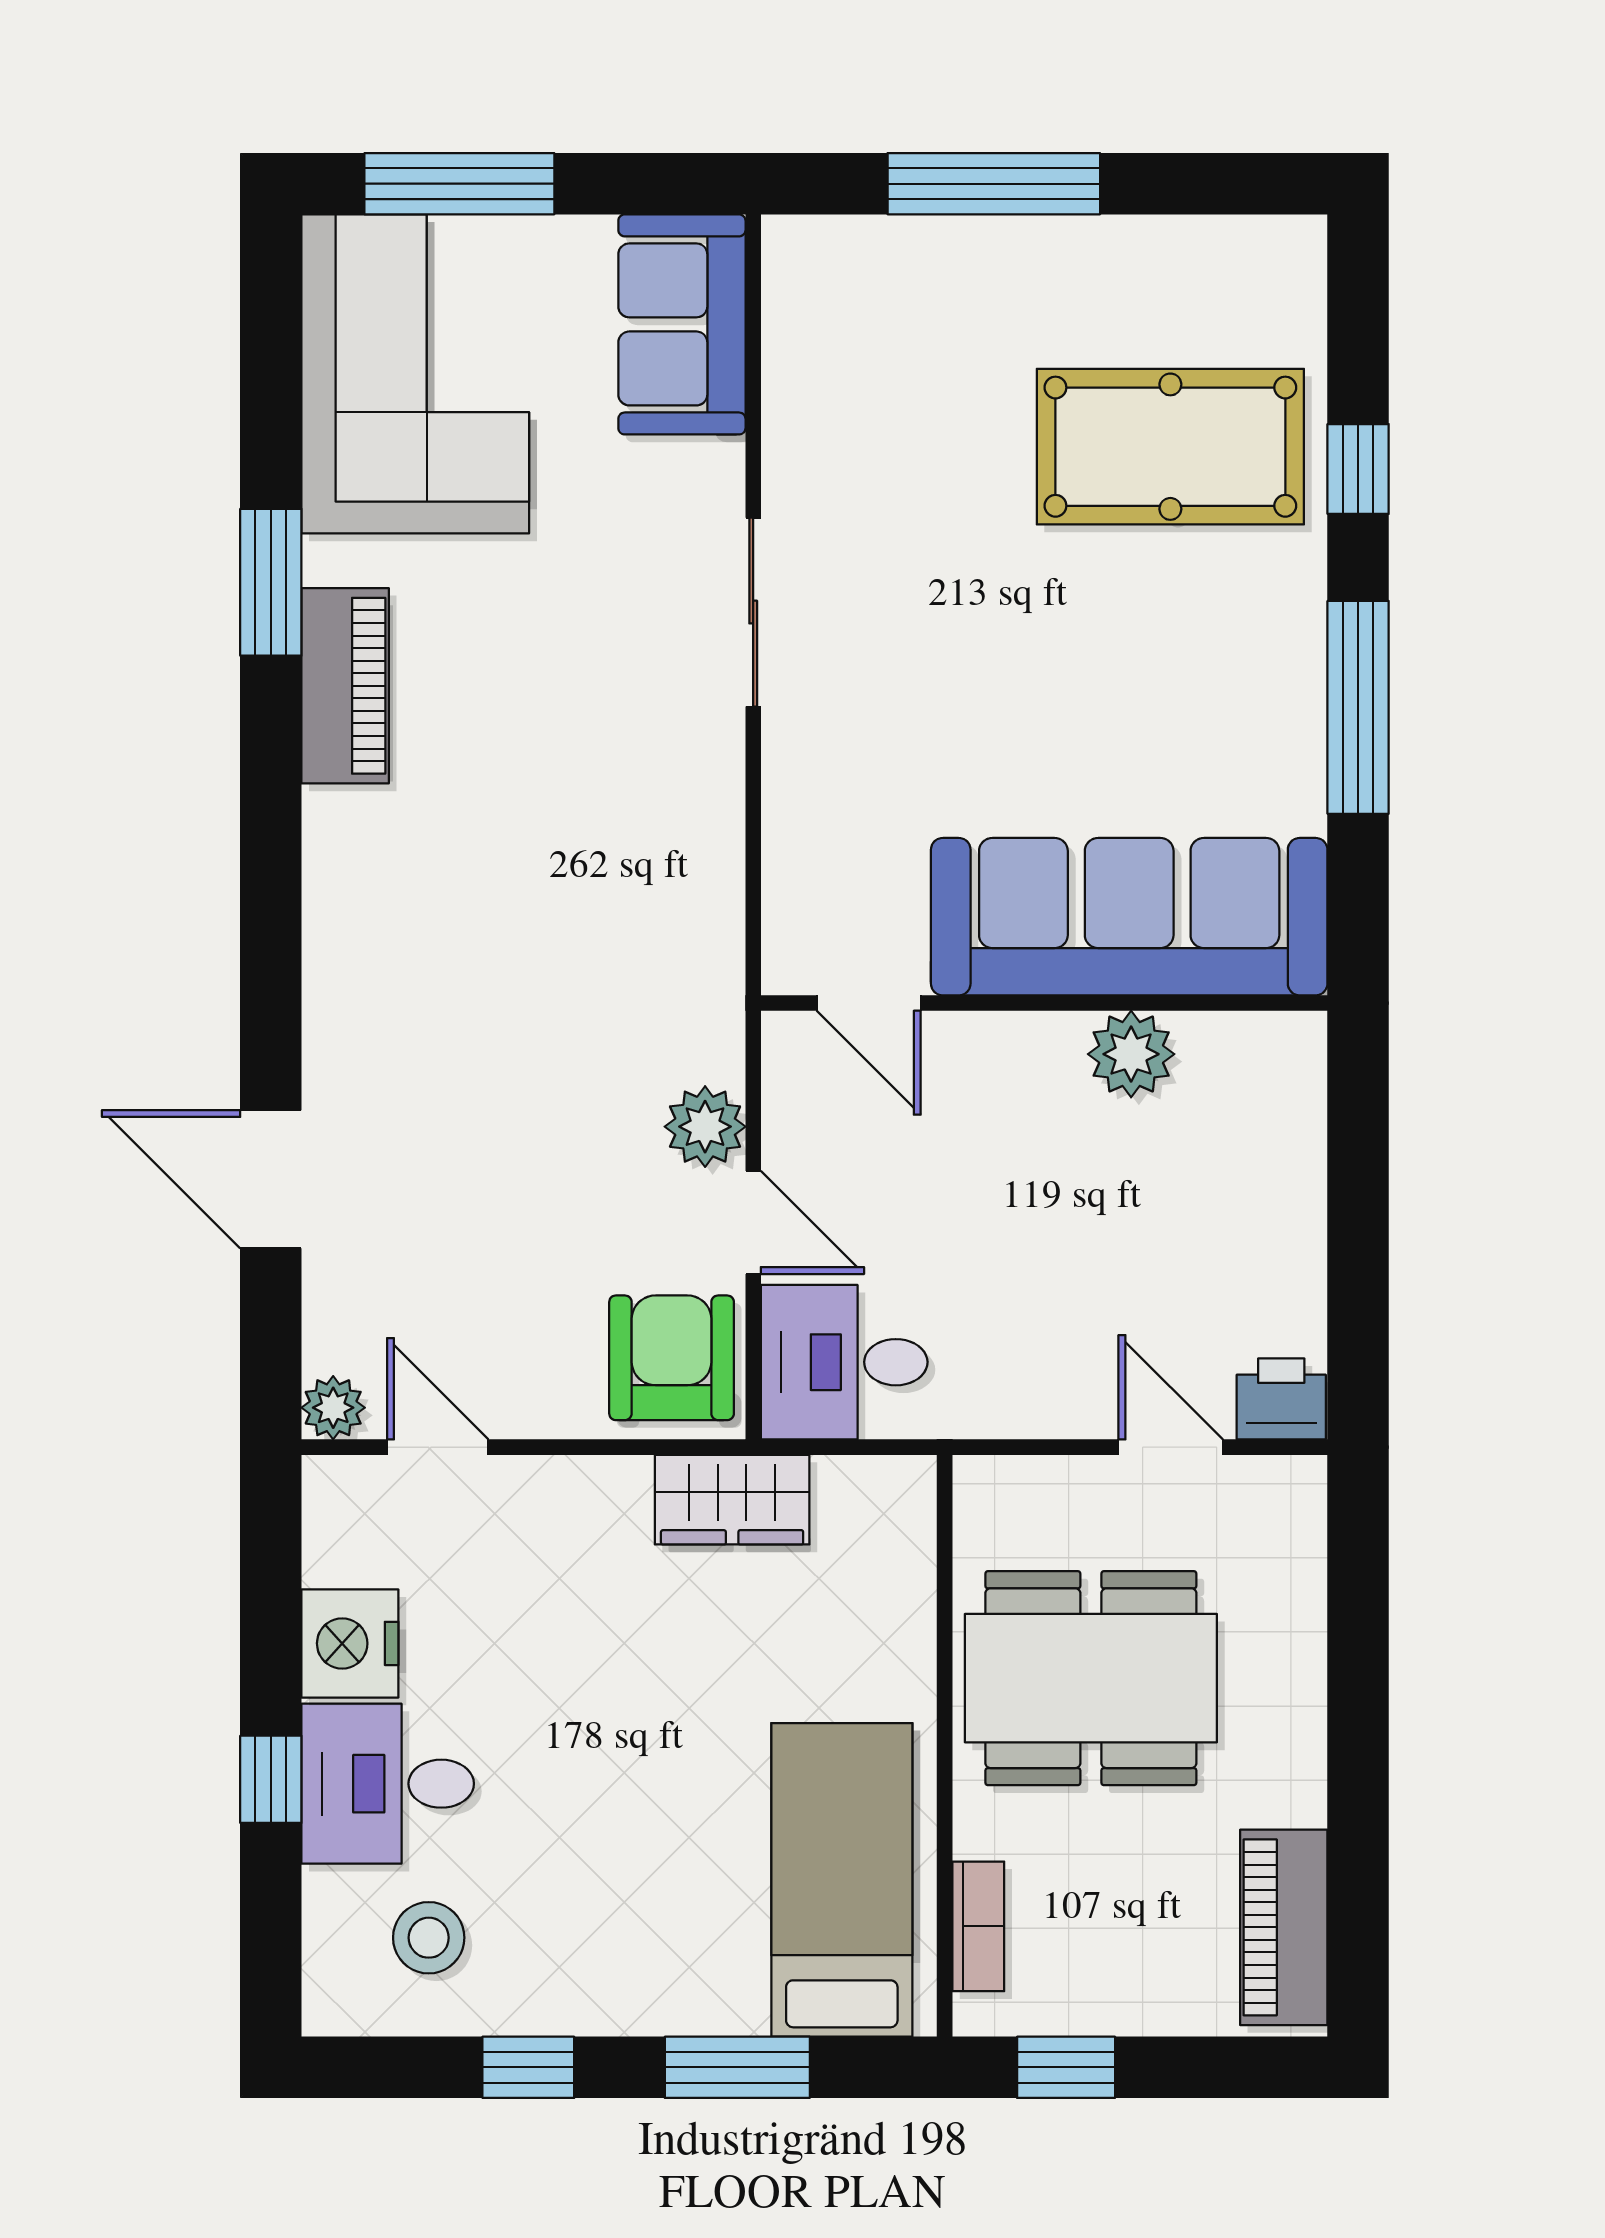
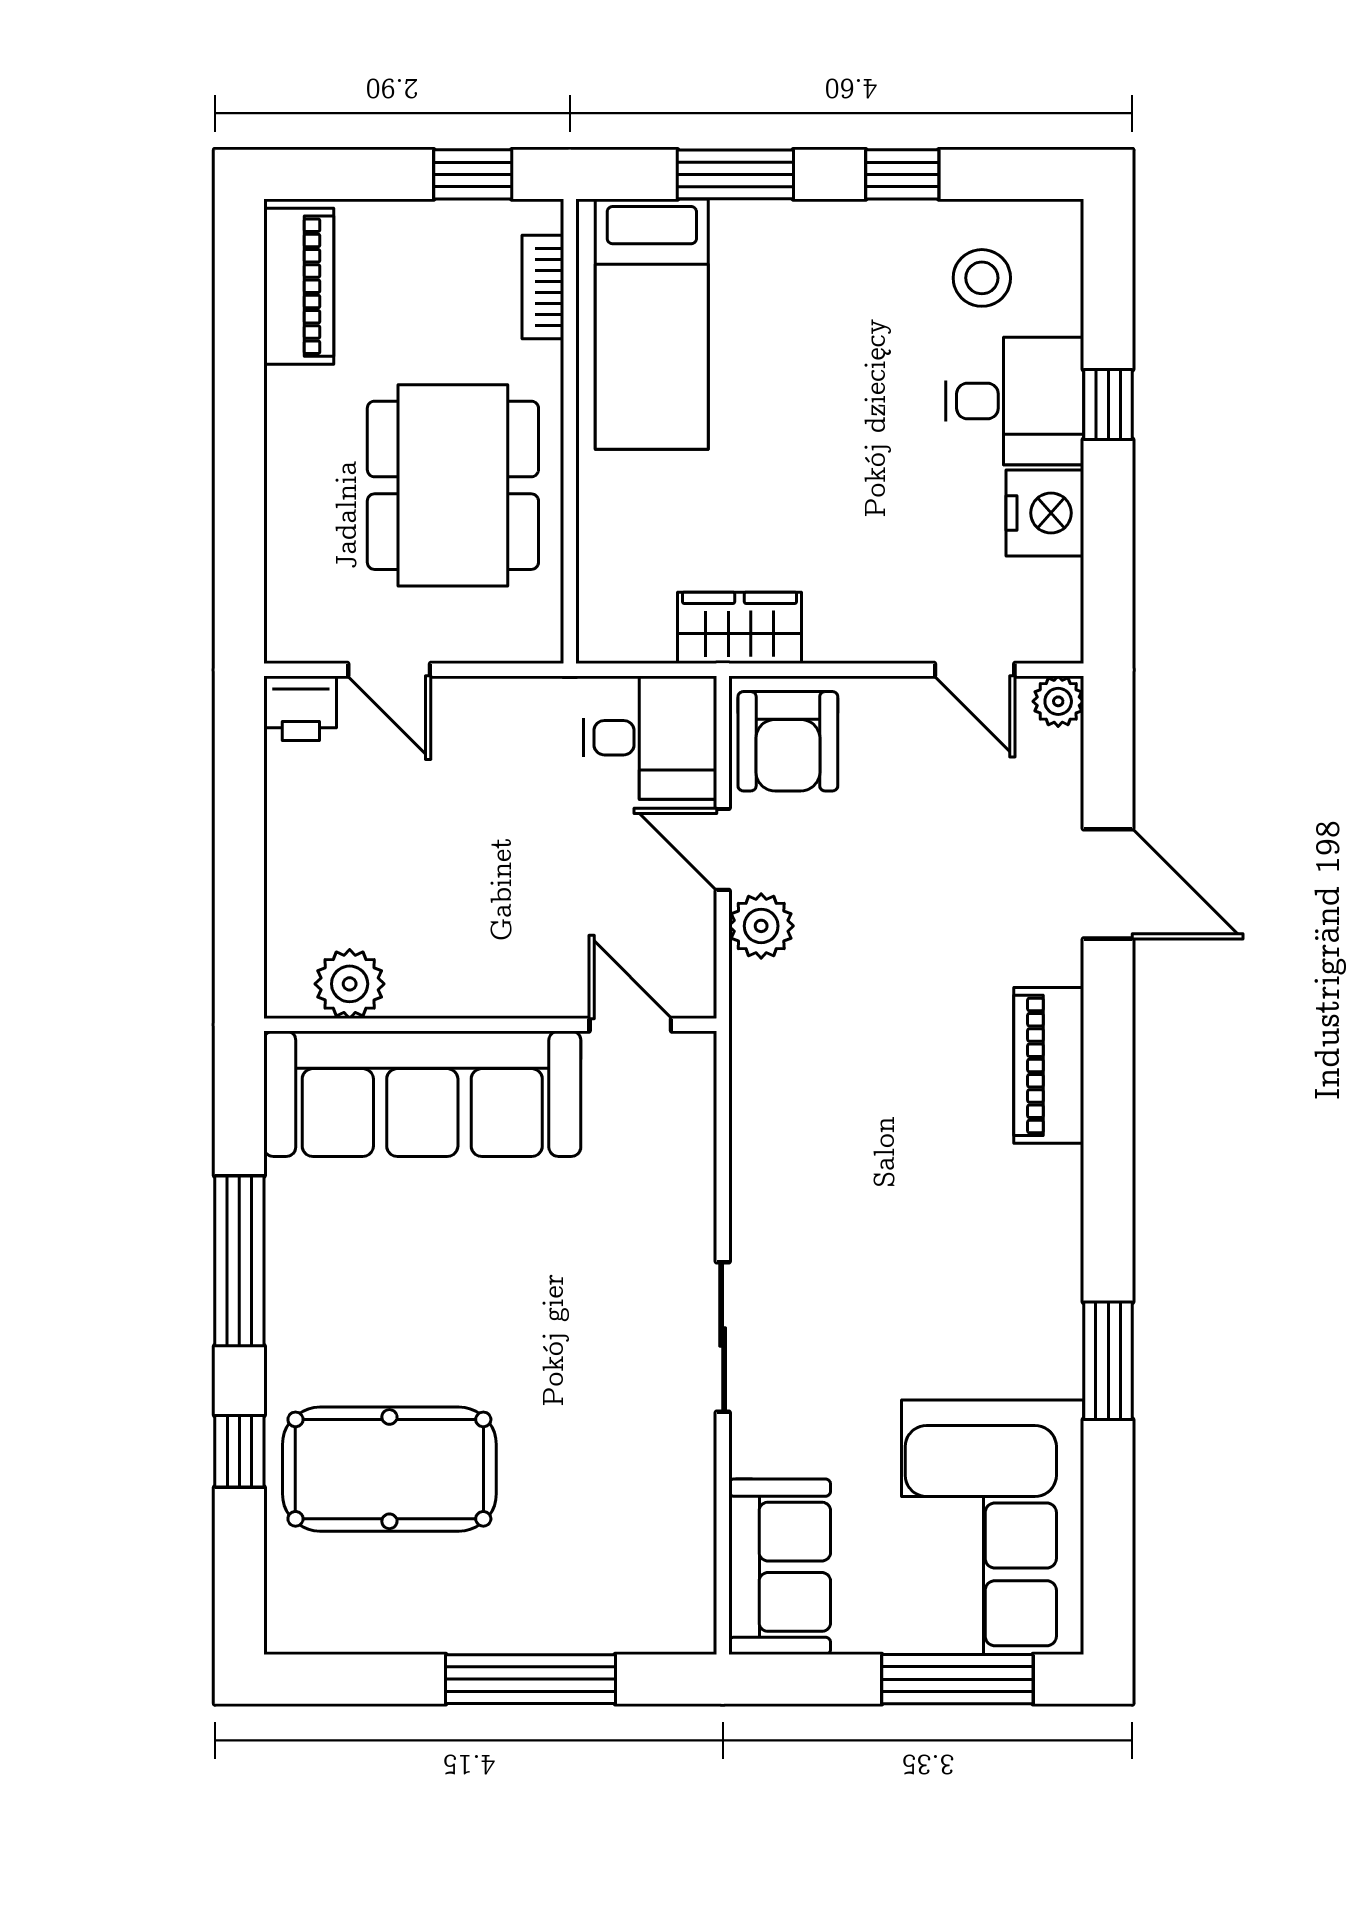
piano: (345, 686) -> (1049, 1065), moved
plant: (1131, 1054) -> (350, 984), moved
dining table: (1091, 1678) -> (453, 485), turned 90

